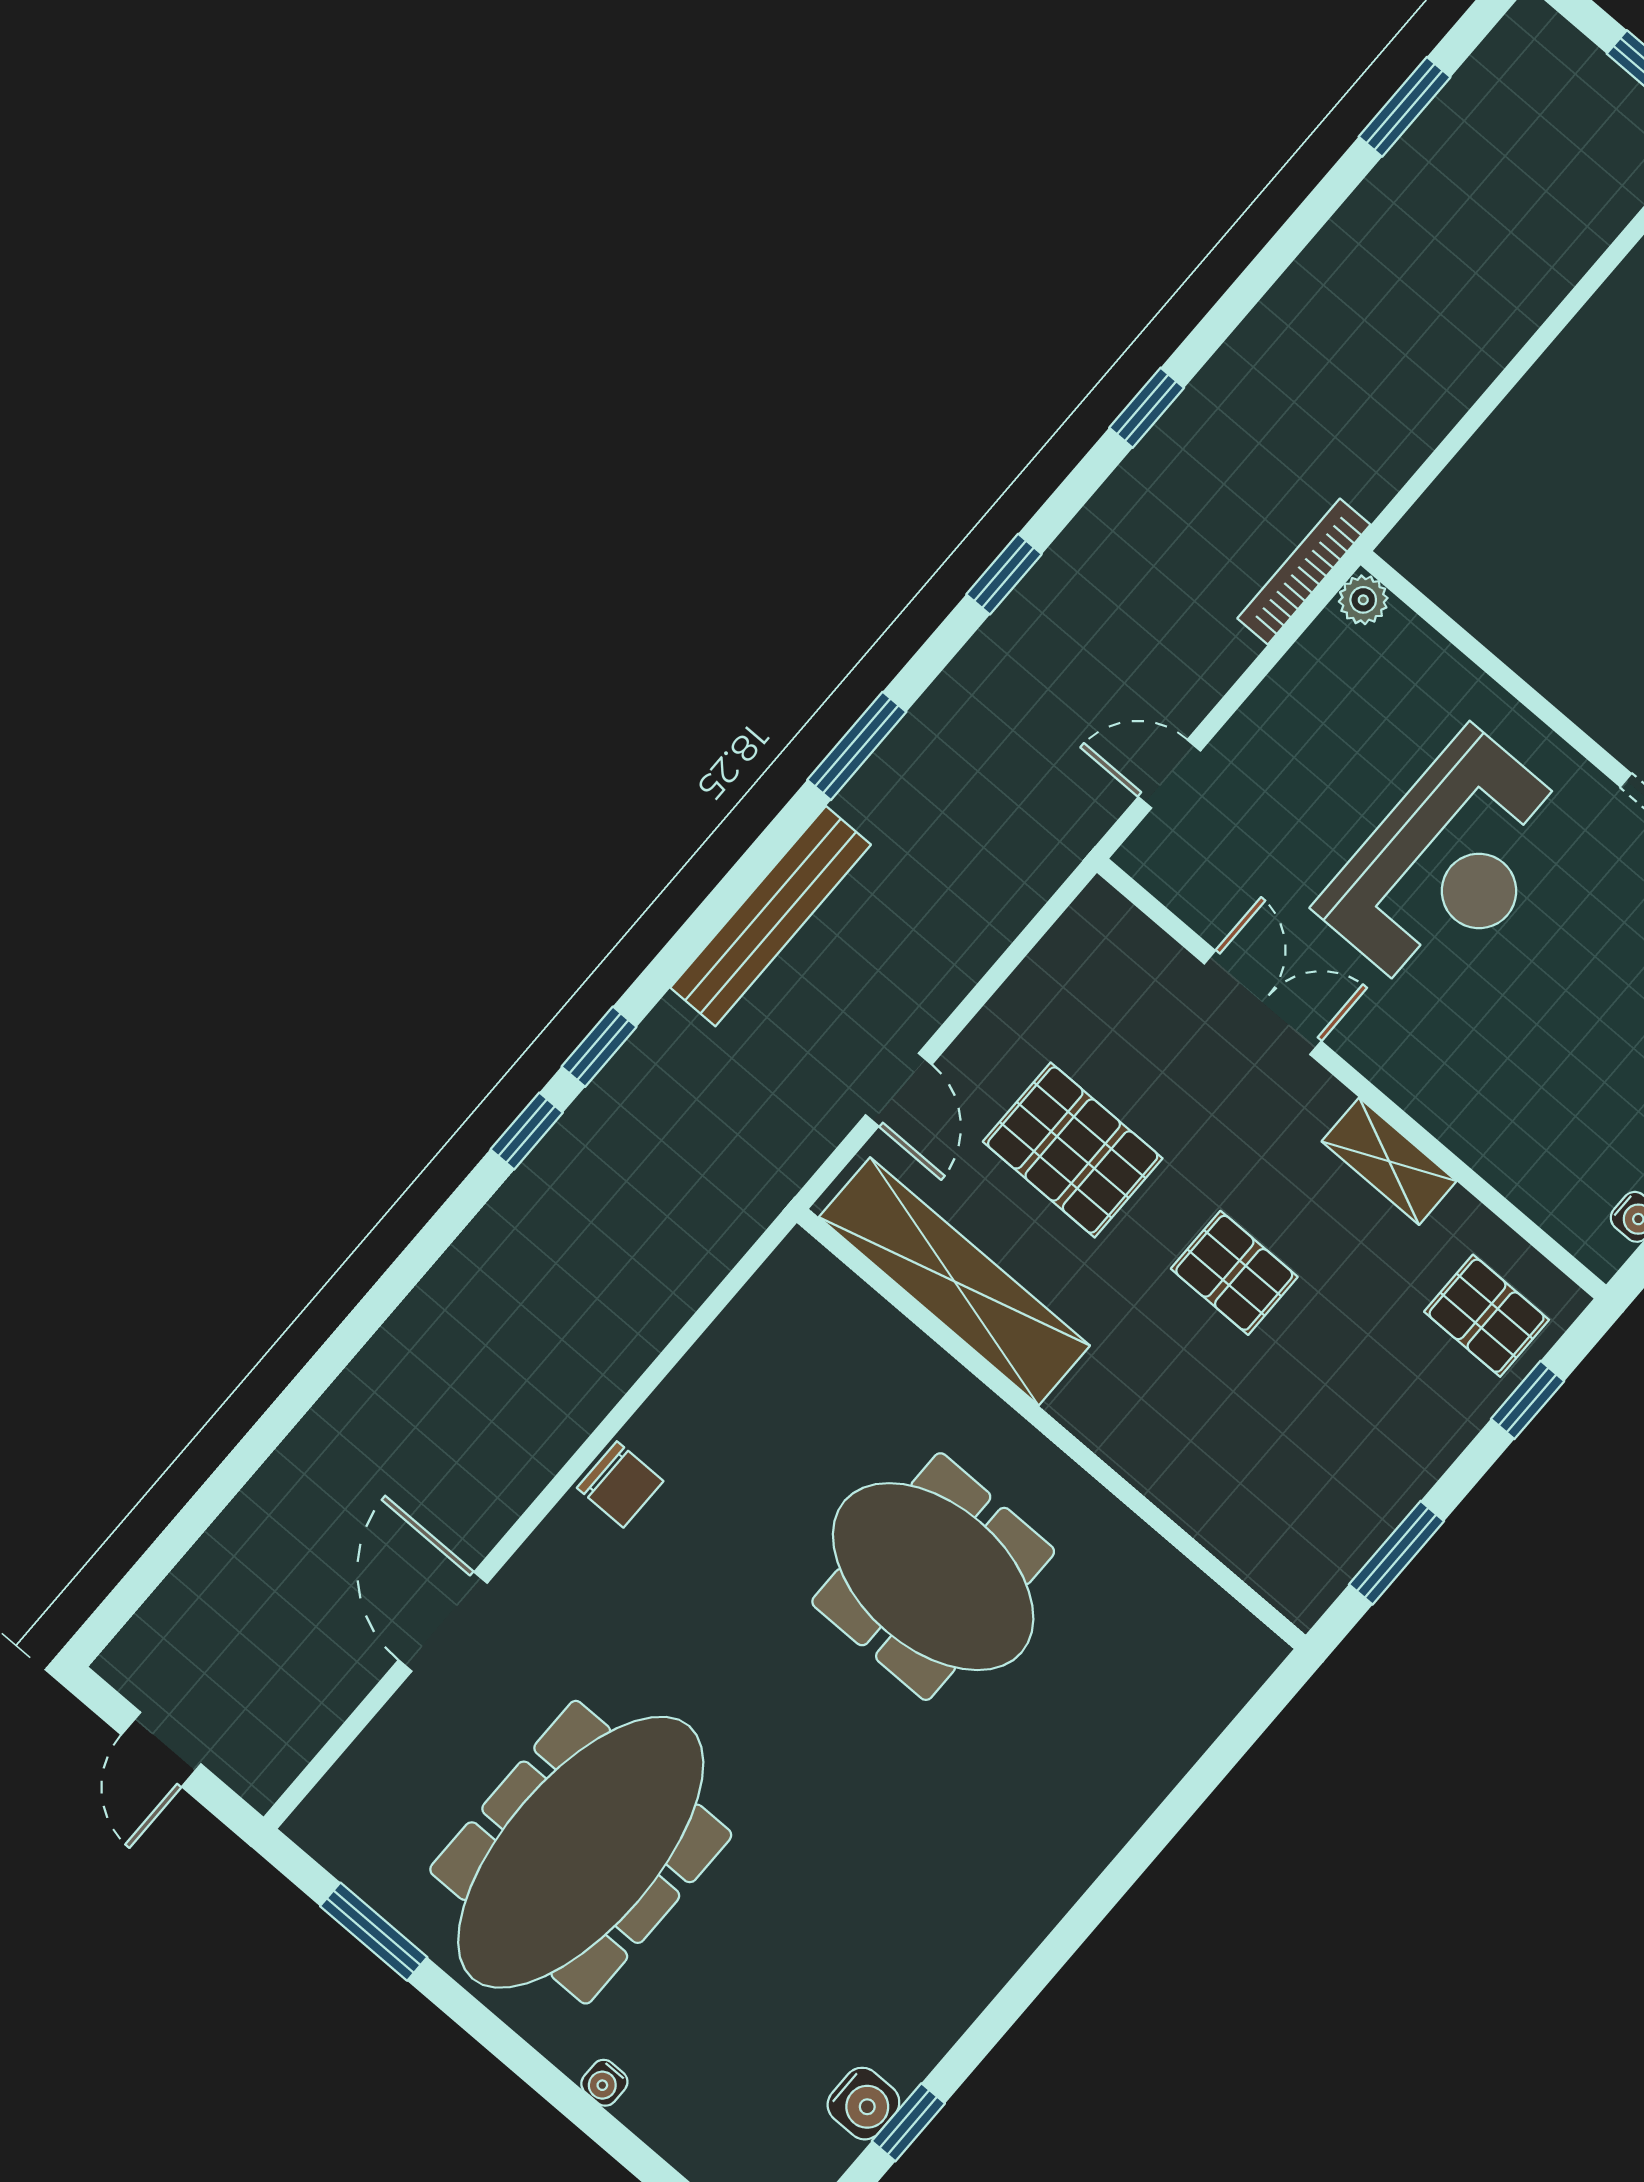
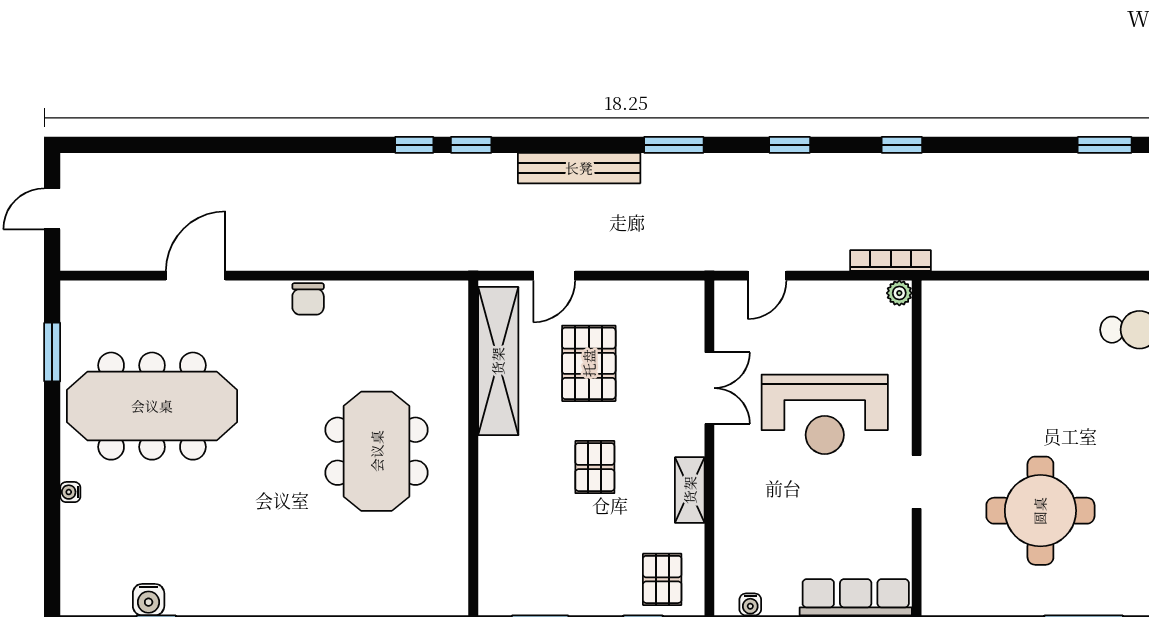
door: (1169, 774) -> (767, 276), swing flipped

